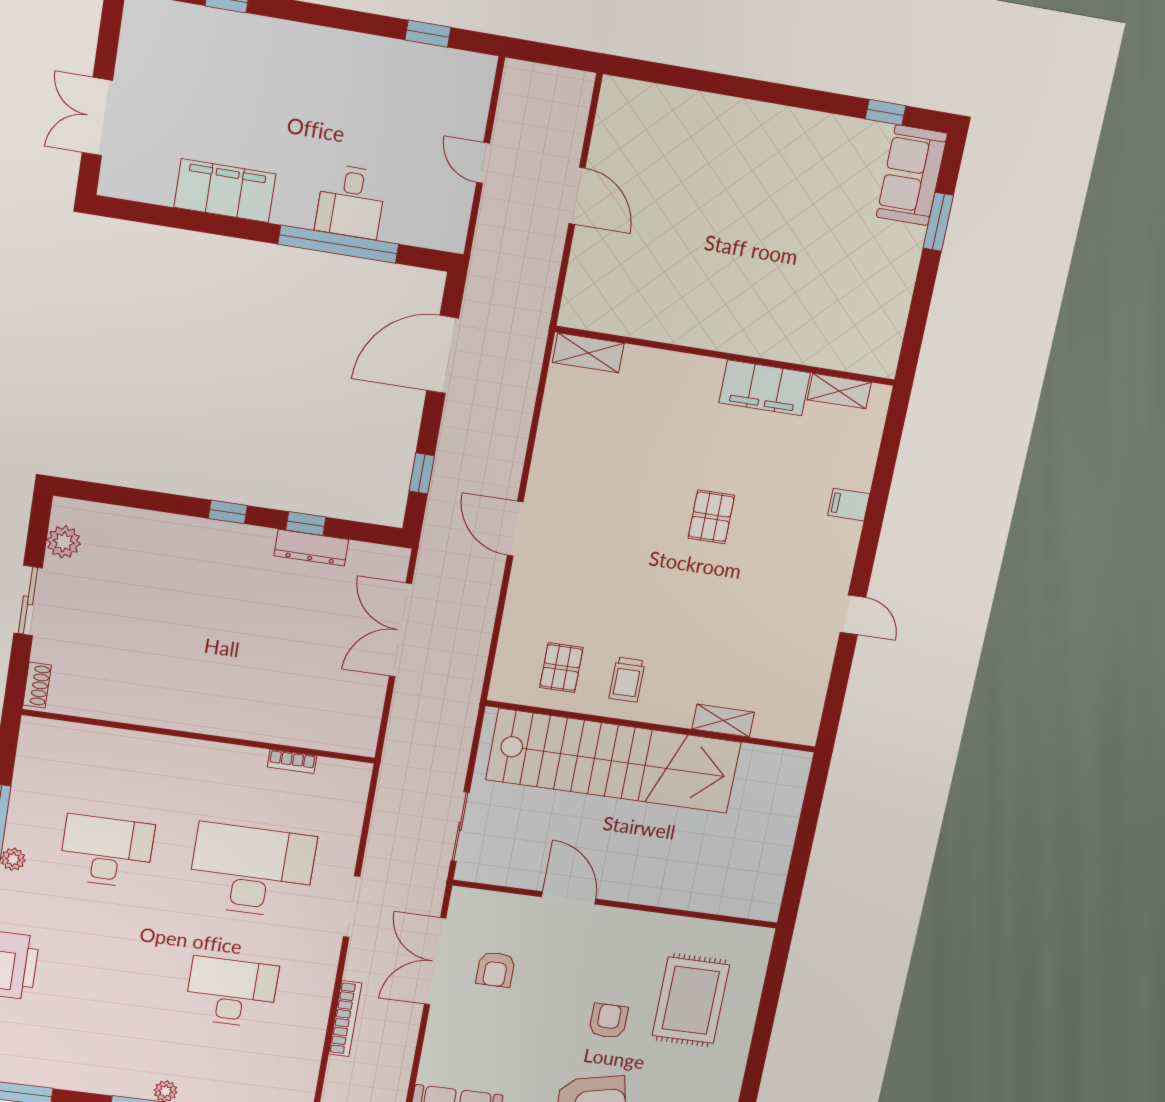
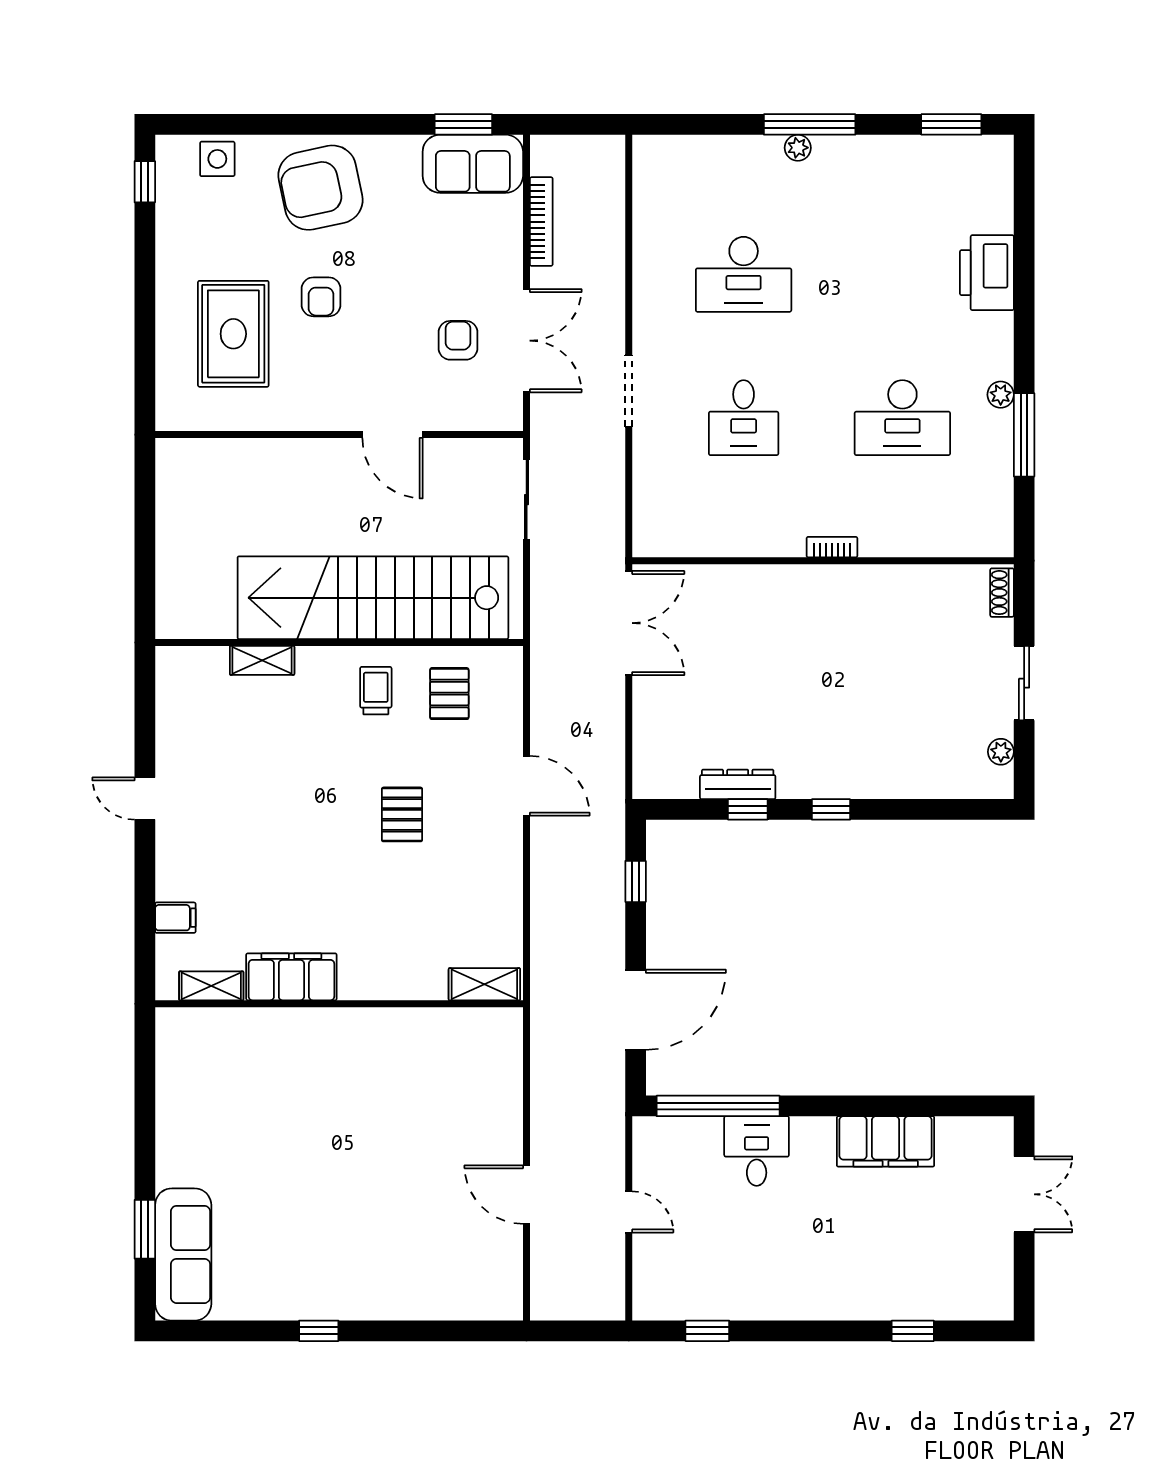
window: (886, 112) -> (319, 1331), moved
sofa: (912, 175) -> (183, 1254), width x1.36
window: (338, 244) -> (718, 1106), moved
shelving: (588, 353) -> (484, 984), moved
wall: (726, 356) -> (339, 1004), moved
filing cabinet: (765, 388) -> (291, 977), moved
shelving: (839, 391) -> (211, 986), moved
pallet: (711, 517) -> (402, 814), moved
door: (515, 529) -> (527, 786), moved
plant: (64, 542) -> (1001, 752), width x0.73, depth x0.73
double door: (401, 630) -> (629, 623), moved
bookcase: (292, 761) -> (832, 547), moved
desk: (252, 871) -> (744, 418), width x0.53, depth x0.77
bookcase: (345, 1019) -> (541, 222), moved, turned 180

